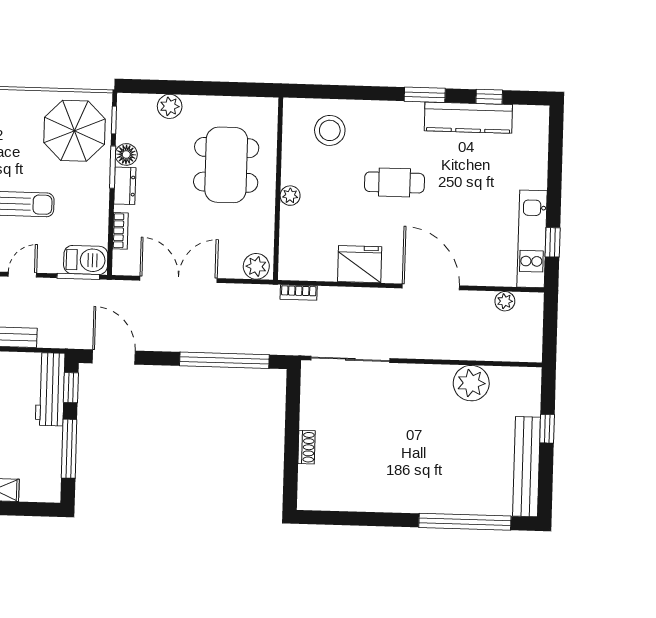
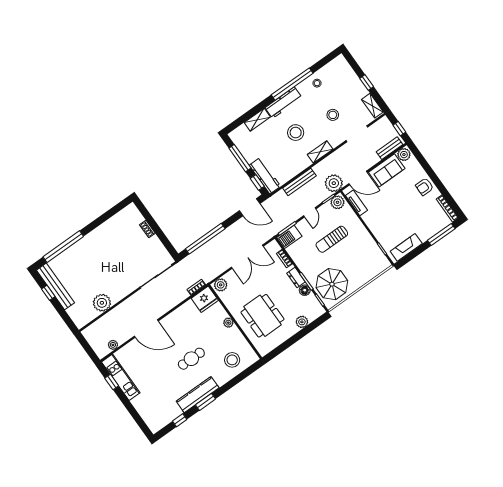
kitchen counter: (468, 118) -> (198, 395), moved
fridge: (360, 264) -> (205, 299), moved
window: (547, 429) -> (48, 293), moved

